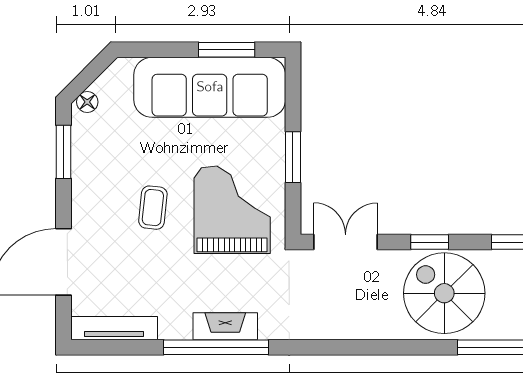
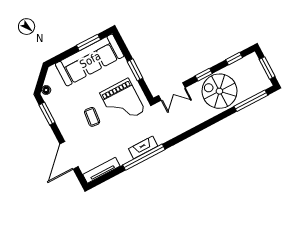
grand piano: (232, 210) -> (122, 102), turned 180
double door: (346, 242) -> (172, 91), swing flipped

